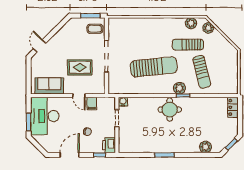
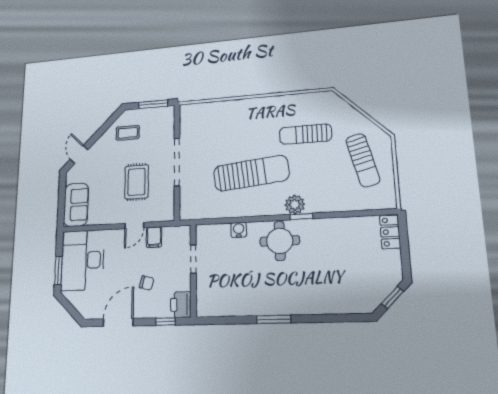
plant: (191, 23) -> (309, 101), removed
plant: (208, 28) -> (338, 106), removed
coffee table: (95, 29) -> (128, 133), moved
rug: (80, 67) -> (137, 182), turned 90
sun lounger: (202, 72) -> (363, 160), moved
sofa: (49, 86) -> (76, 205), moved, turned 90
door: (79, 96) -> (134, 225), hinge flipped
water cooler: (123, 102) -> (239, 230), moved
plant: (205, 147) -> (345, 304), removed

